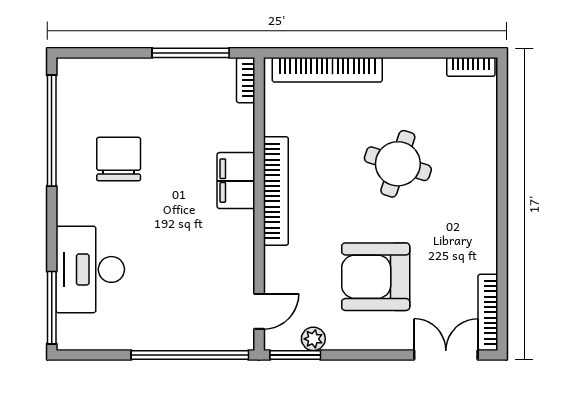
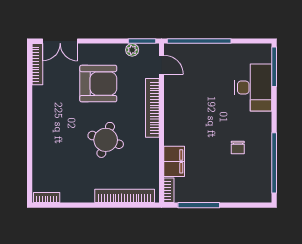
chair: (119, 159) -> (238, 147), width x0.54, depth x0.54
round table: (398, 164) -> (106, 140), moved
filing cabinet: (236, 181) -> (174, 161), moved
bookcase: (276, 191) -> (152, 108), moved
door: (259, 311) -> (162, 65), swing flipped

